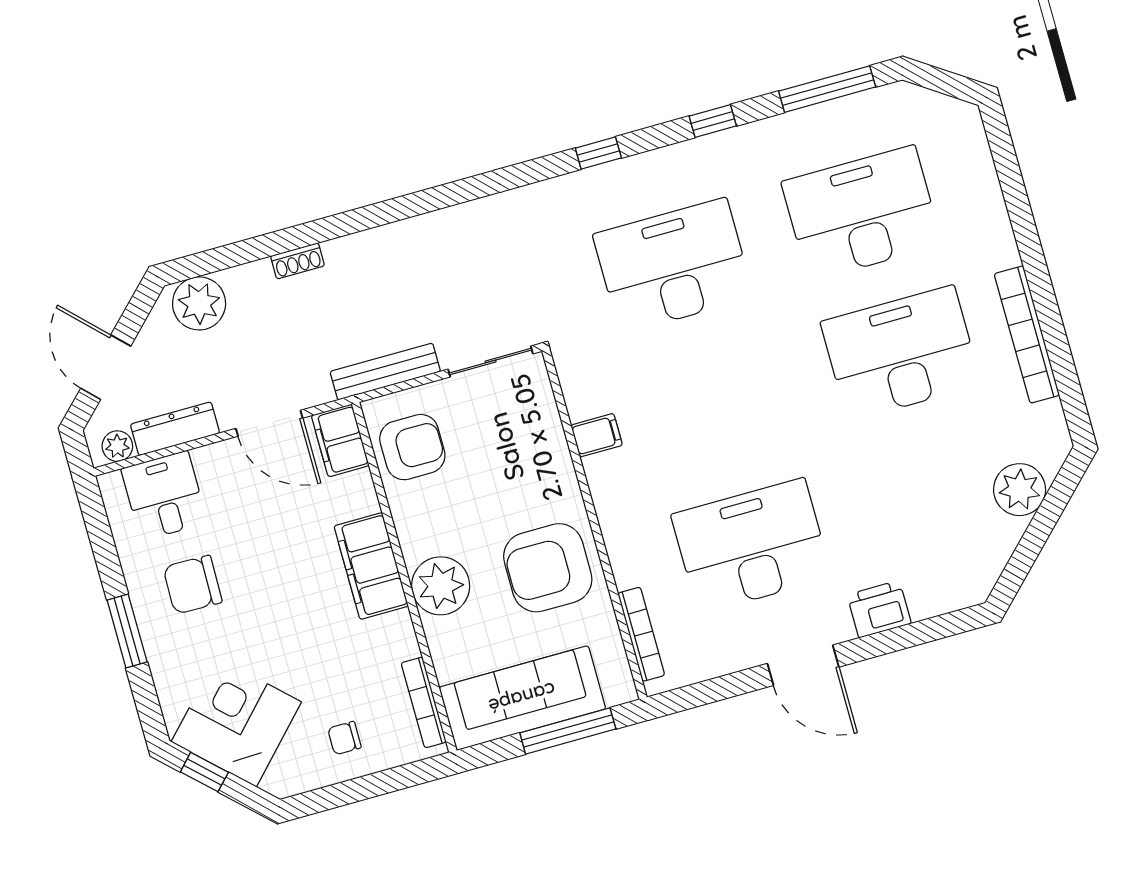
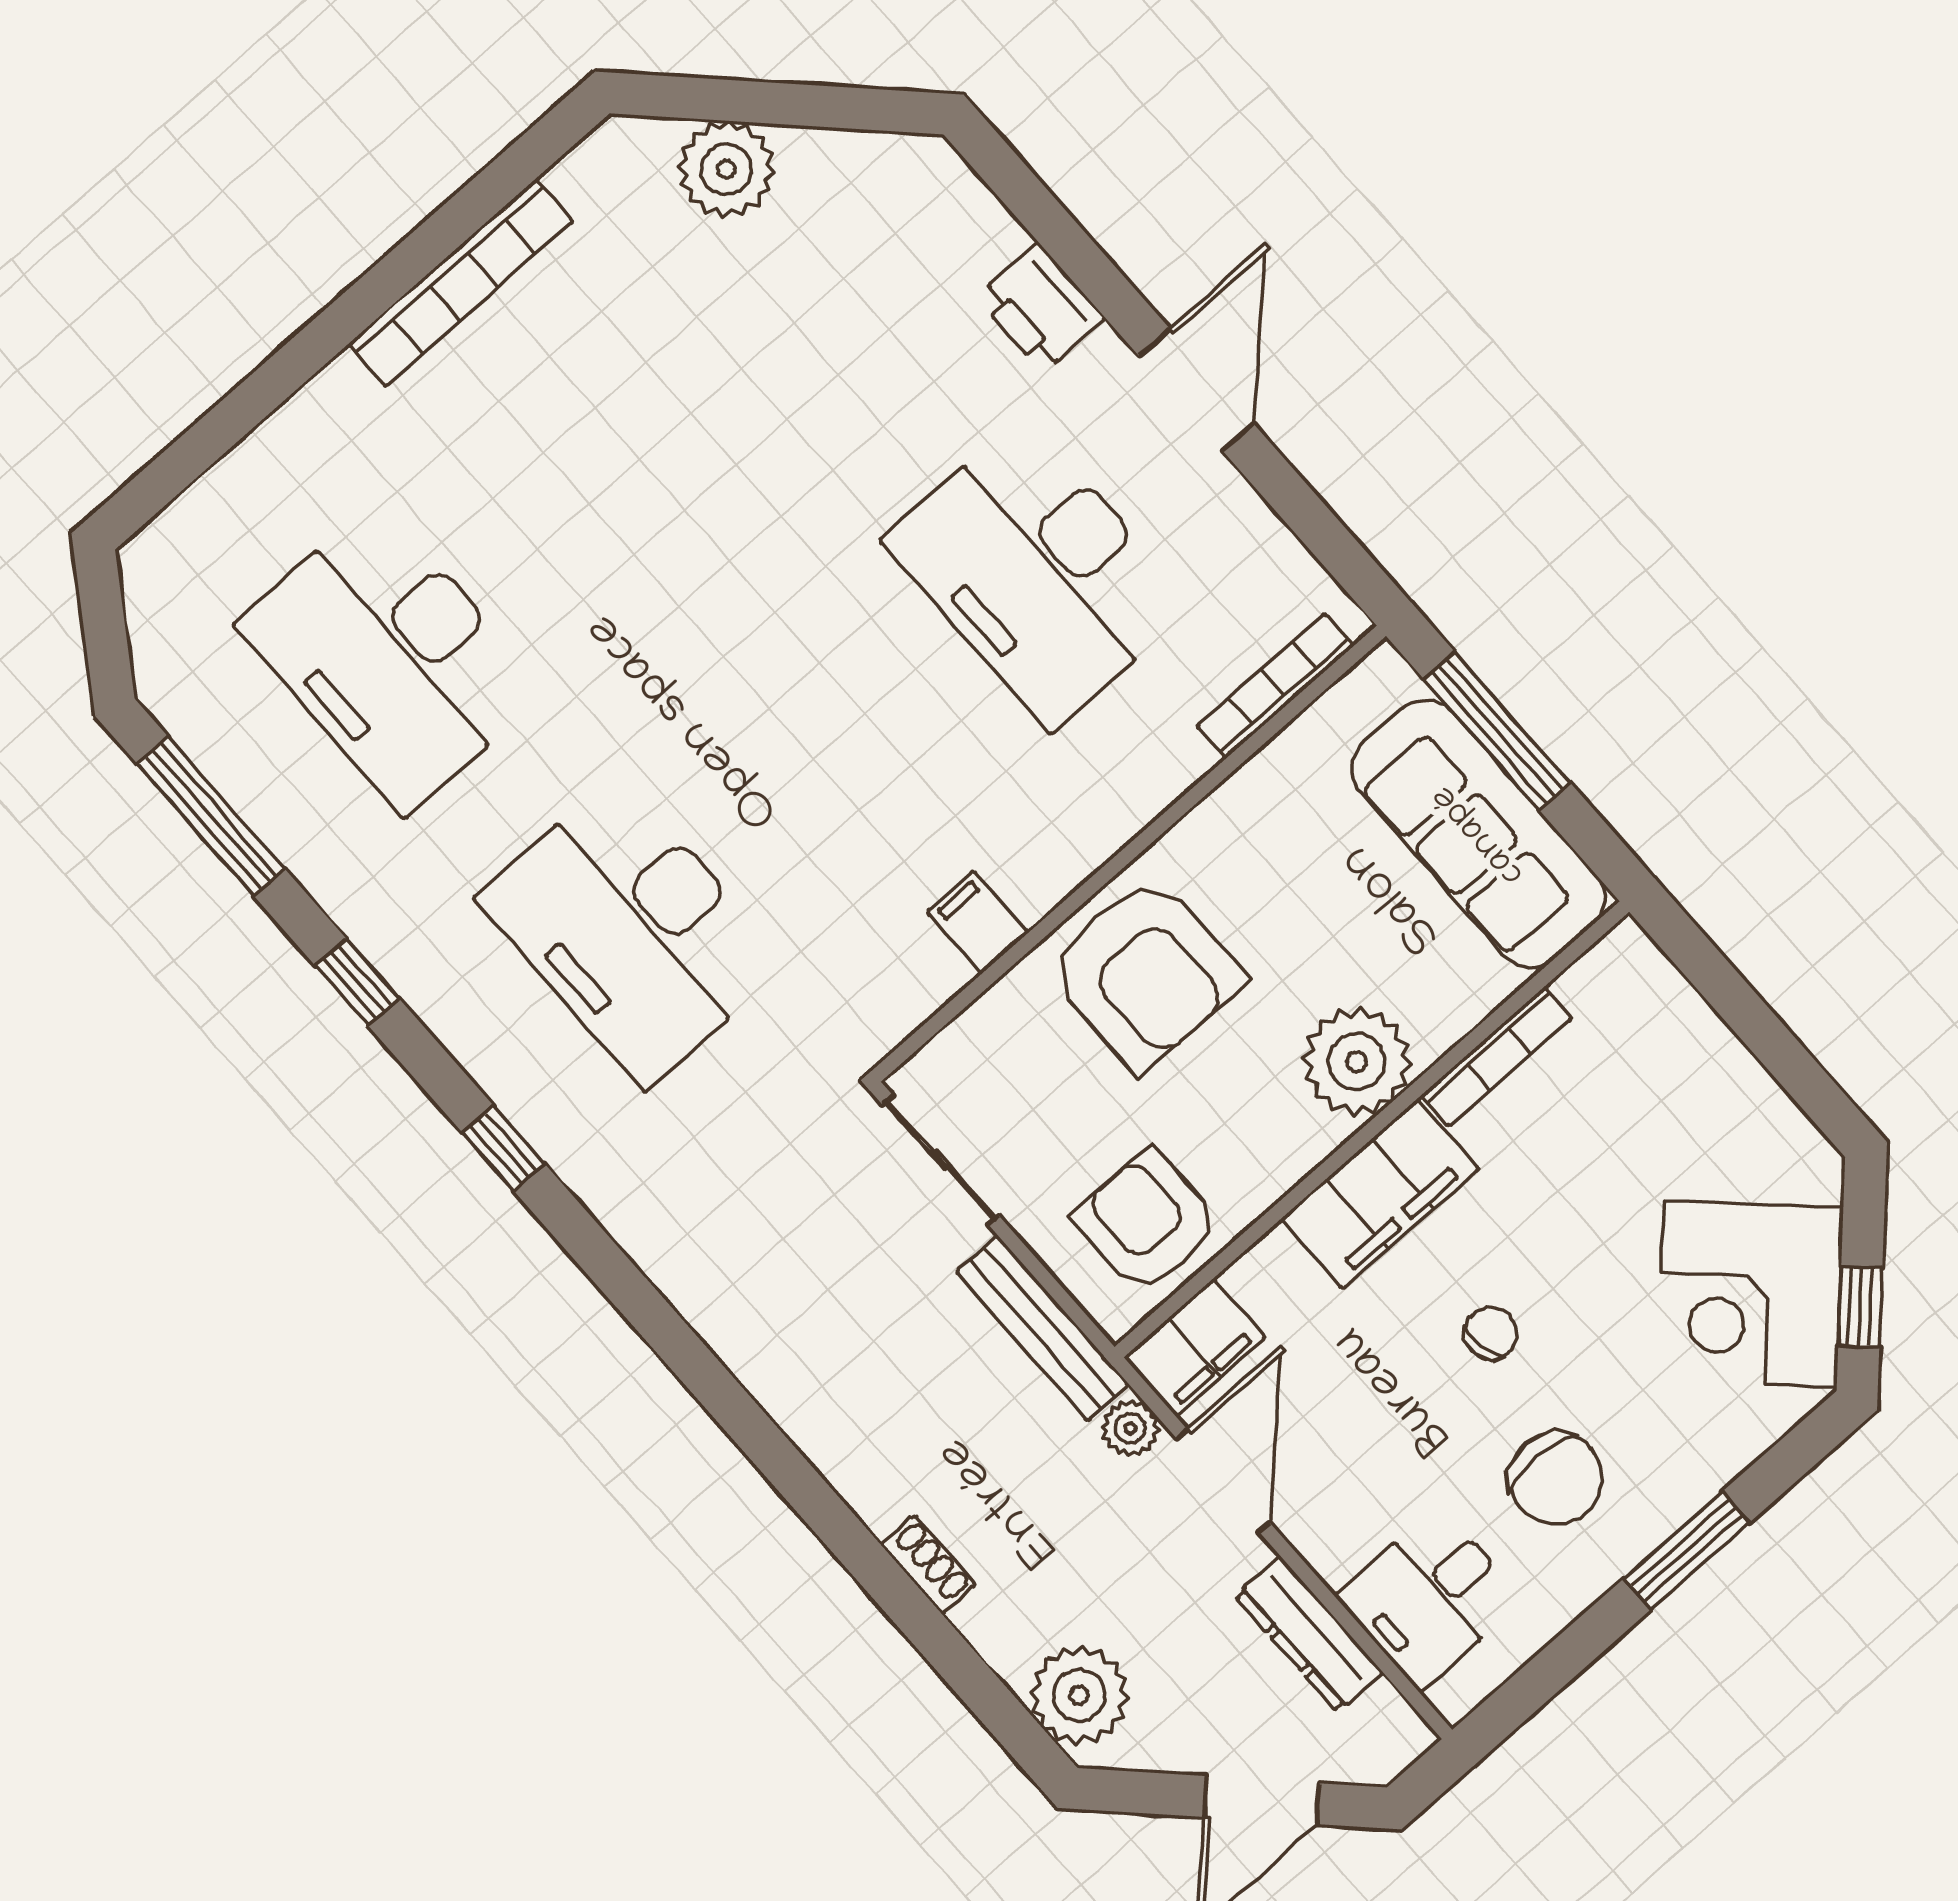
desk: (901, 353) -> (594, 479), removed
plant: (117, 446) -> (1130, 1428), moved
armchair: (548, 568) -> (1145, 973), moved
bookcase: (424, 702) -> (1497, 1057), moved
chair: (344, 738) -> (1491, 1333), moved, turned -102

